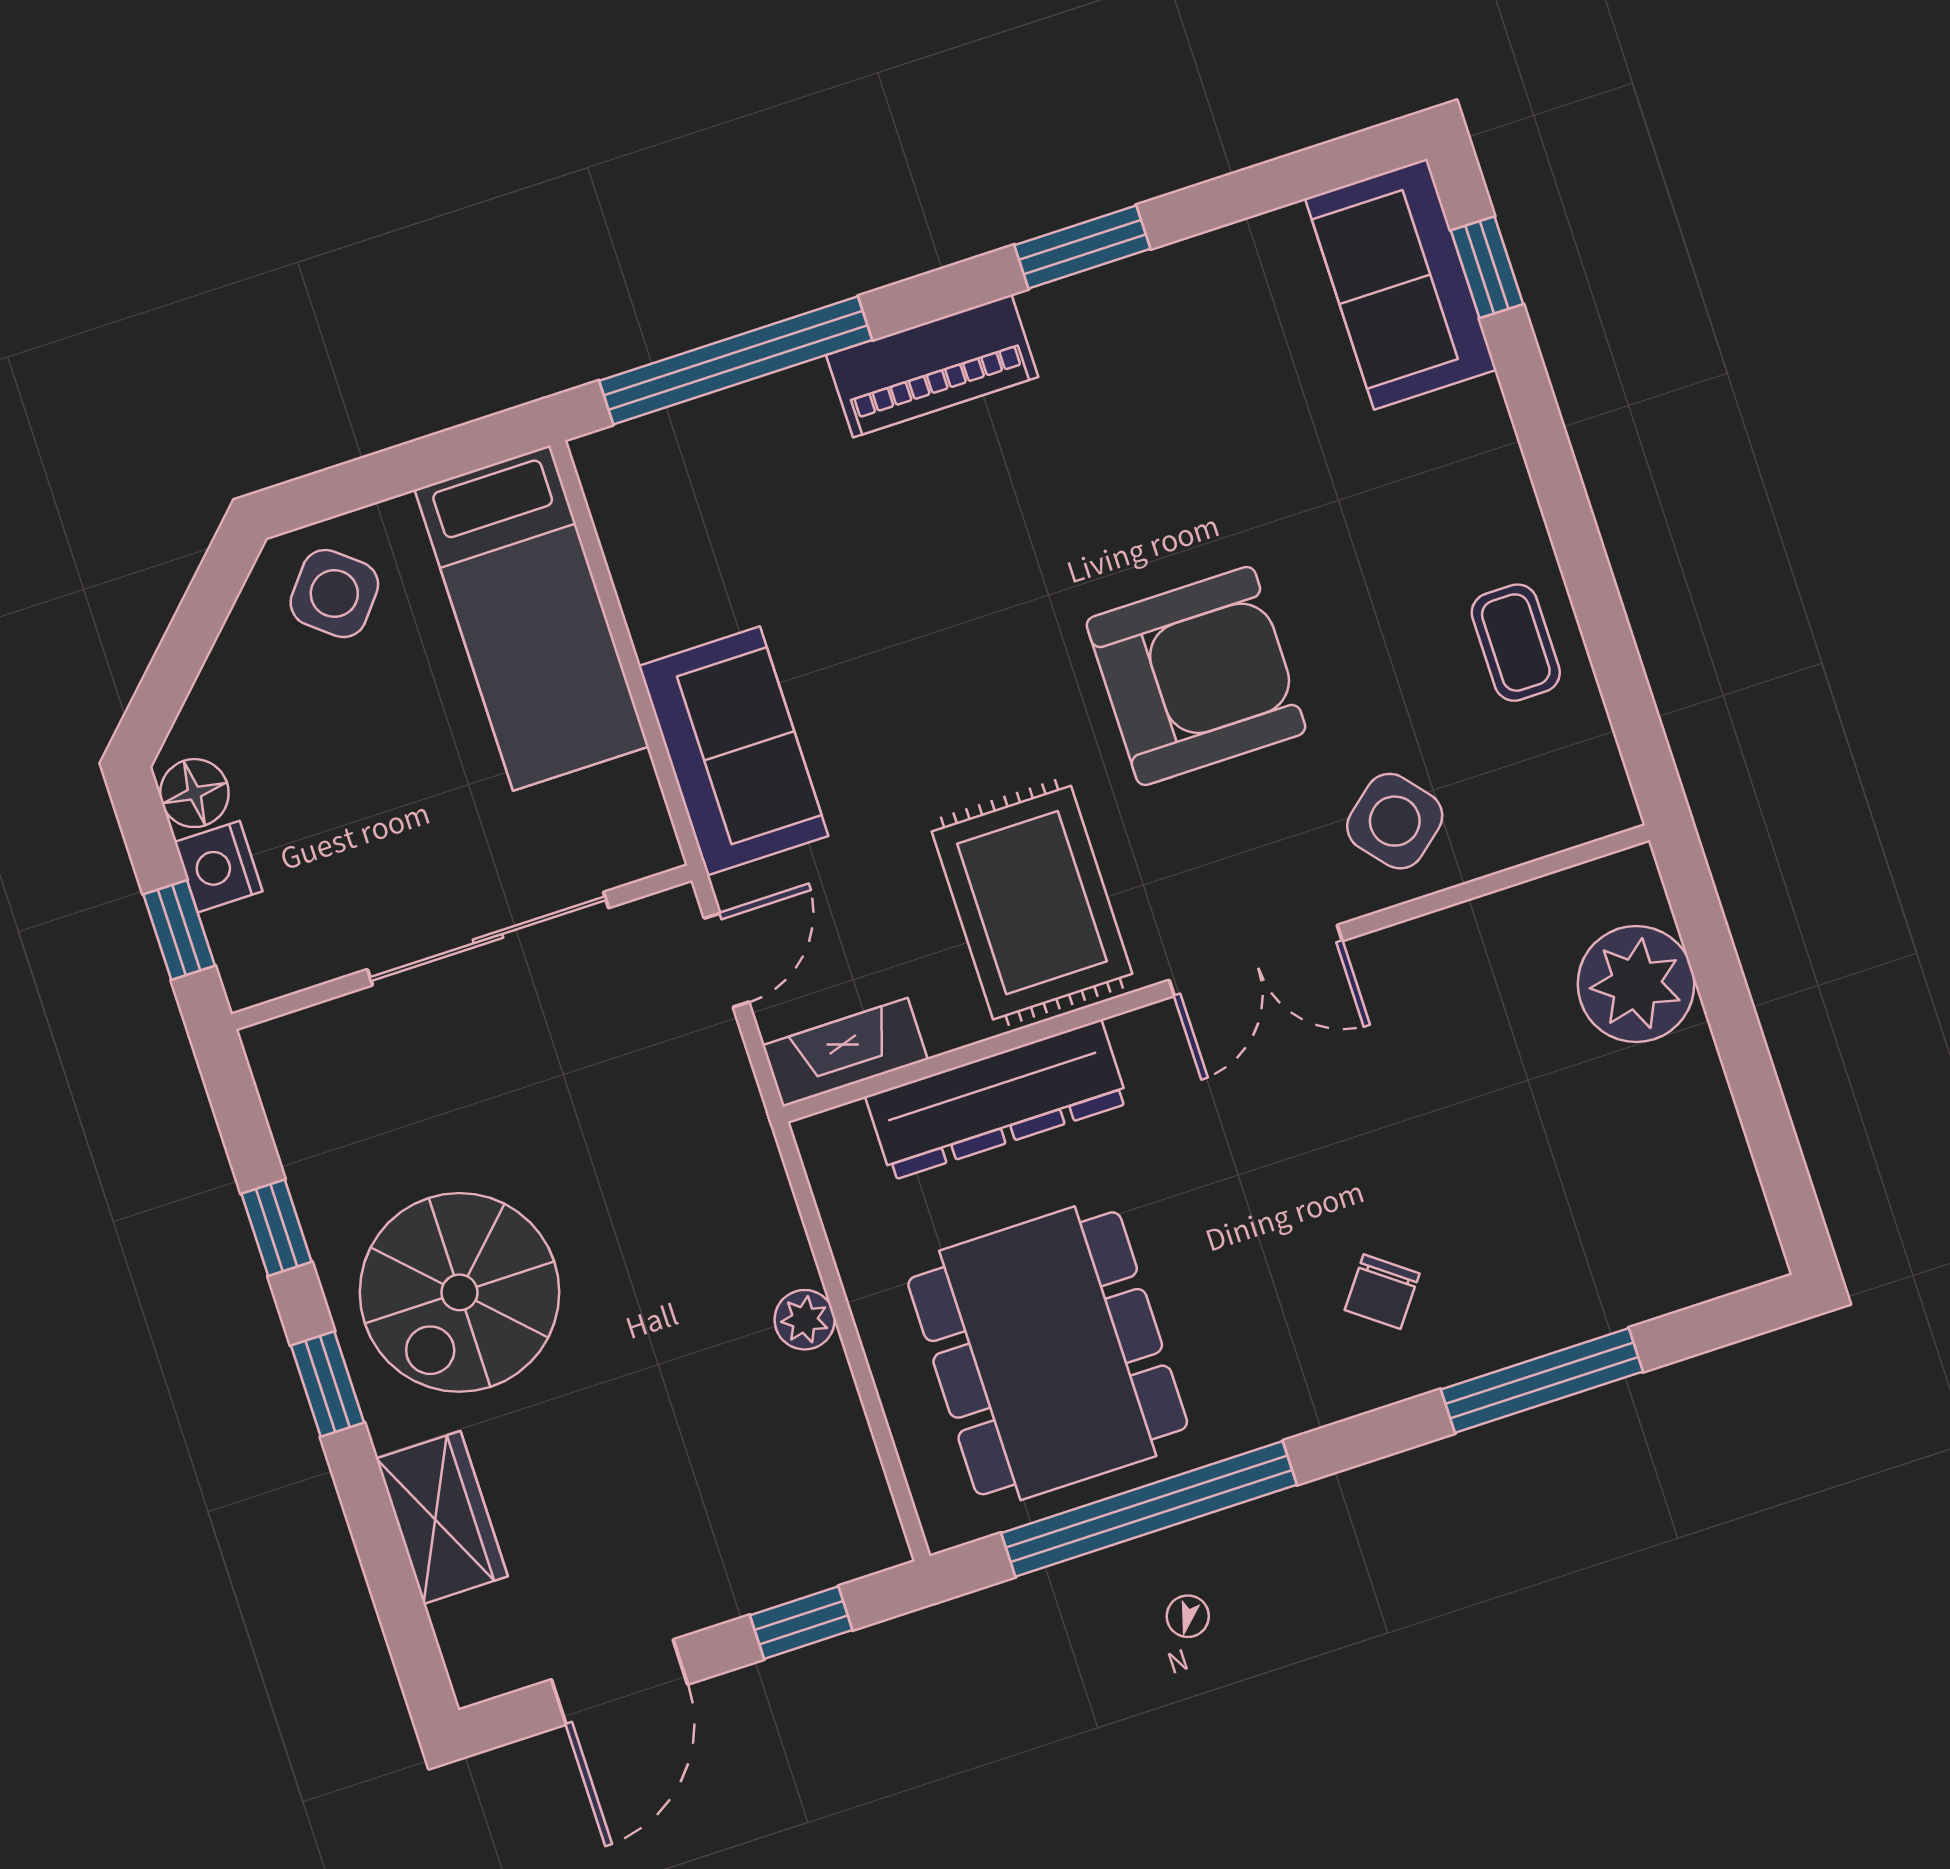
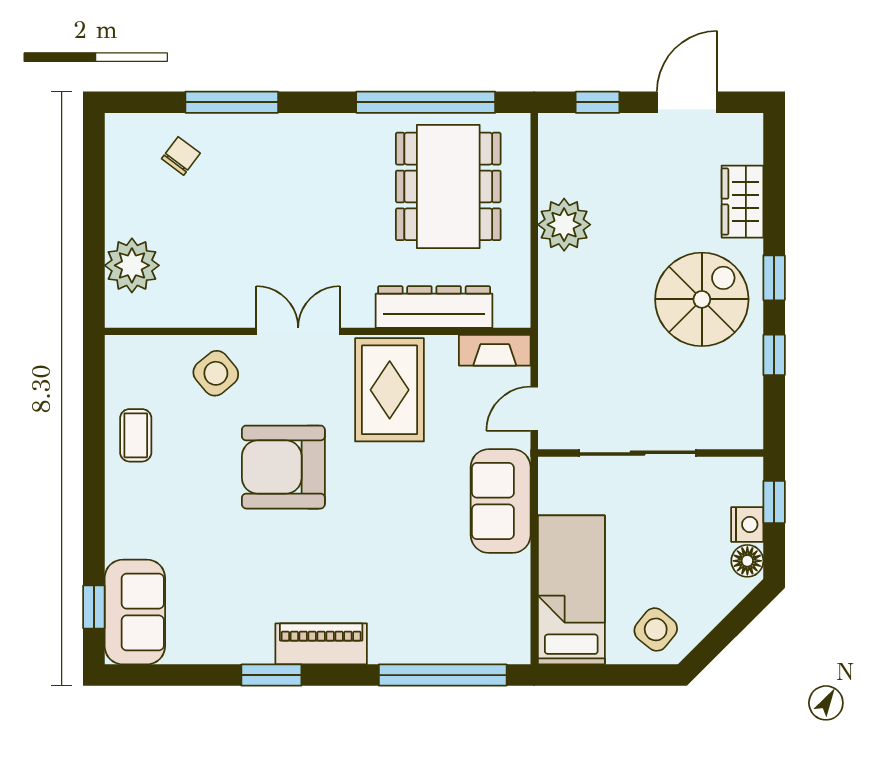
piano: (932, 366) -> (321, 644), moved
chair: (1382, 1292) -> (181, 156), moved
plant: (805, 1320) -> (564, 225), width x1.88, depth x1.88

